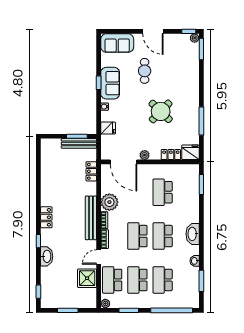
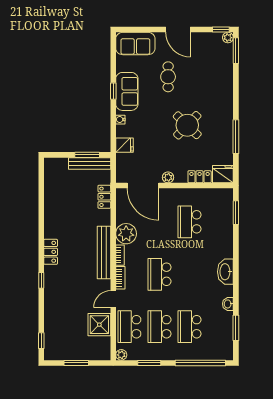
school desk: (163, 236) -> (190, 274), removed
washbasin: (47, 256) -> (51, 298), removed

